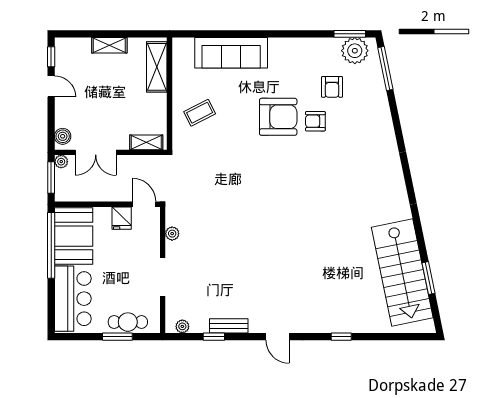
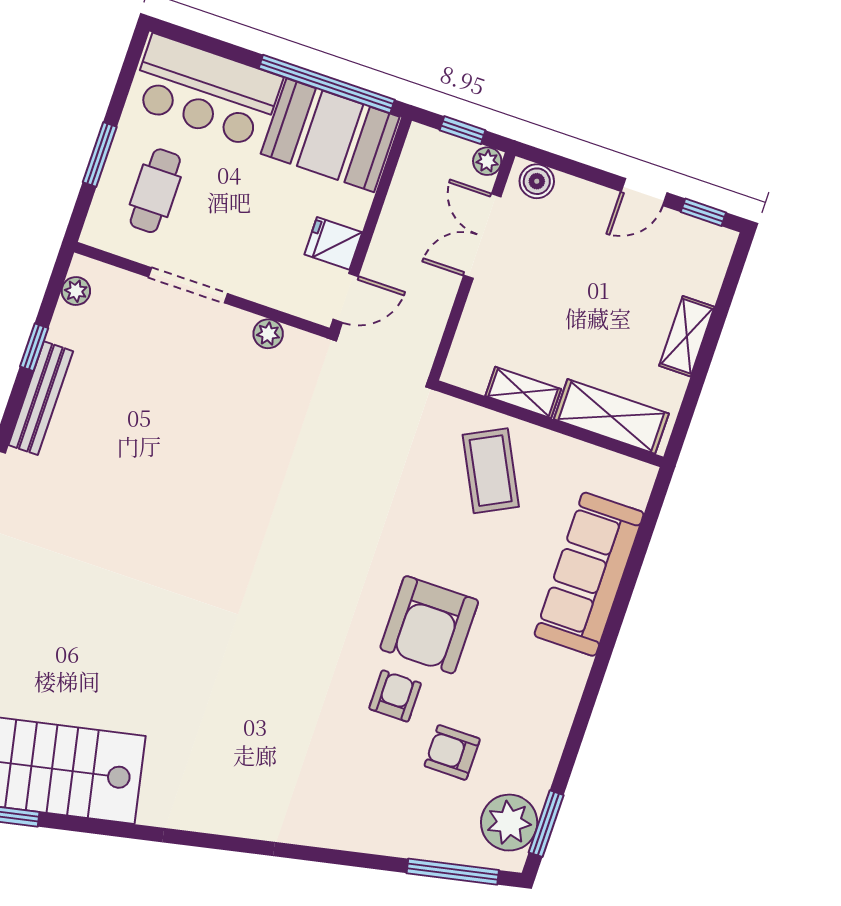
coffee table: (200, 113) -> (491, 471), width x1.36, depth x1.30
shelving: (146, 142) -> (523, 393), moved, turned 90
window: (51, 177) -> (463, 130), width x0.67
cafe table: (128, 322) -> (155, 191), moved
bench: (229, 326) -> (41, 398), width x1.36

